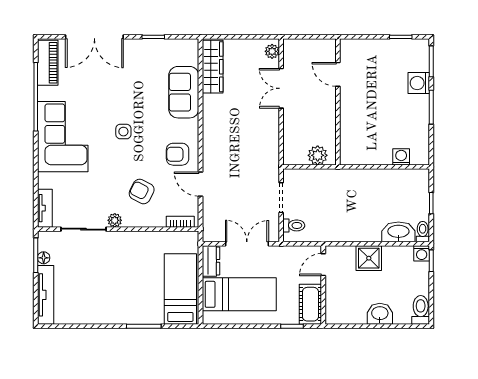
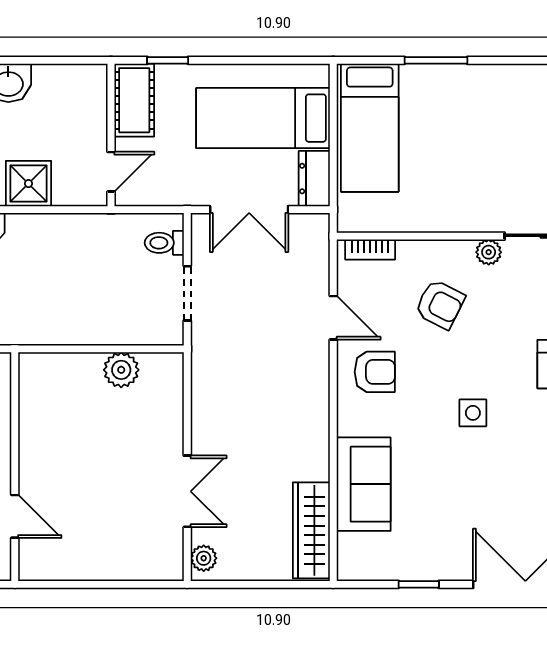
door: (338, 74) -> (15, 516), moved
wall: (338, 102) -> (15, 467), moved

